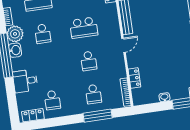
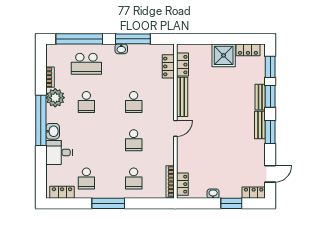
school desk: (84, 28) -> (134, 102), width x0.54
washbasin: (15, 50) -> (53, 131), moved
locker: (134, 78) -> (182, 184), moved
window: (98, 116) -> (108, 203), moved

